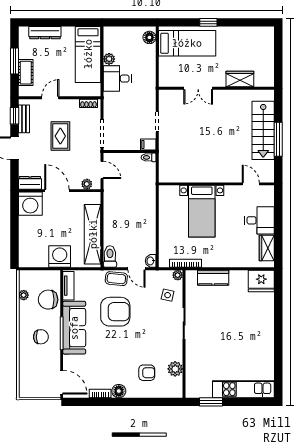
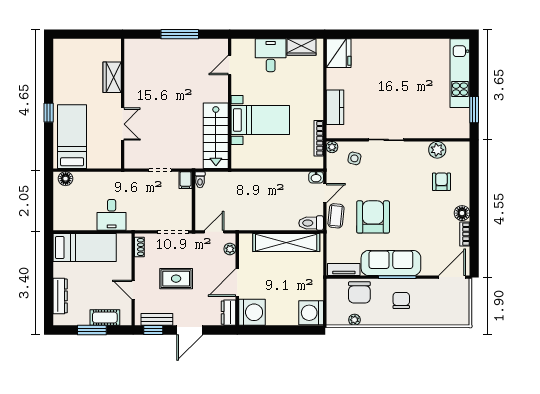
plant: (109, 59) -> (90, 224), removed
stairs: (263, 130) -> (216, 136), moved, turned 90
washing machine: (60, 256) -> (311, 313), moved

